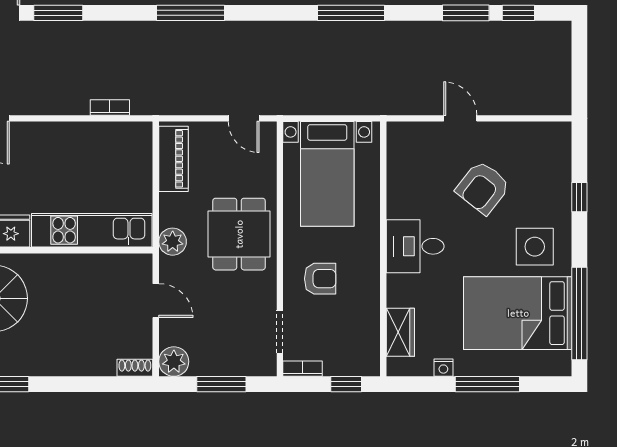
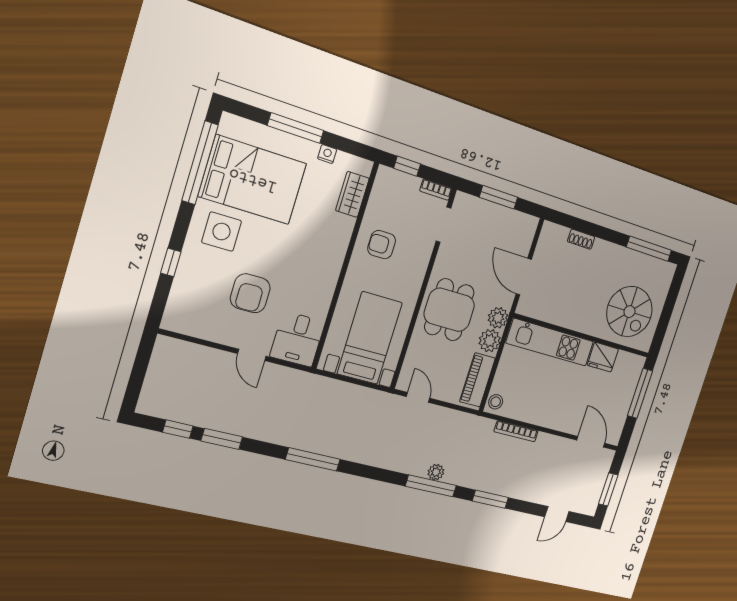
window: (58, 13) -> (490, 499), moved
plant: (190, 32) -> (436, 472), added
bookcase: (110, 107) -> (516, 431), width x1.56
stool: (140, 138) -> (496, 402), added
armchair: (483, 188) -> (250, 293), turned 142
desk: (415, 246) -> (298, 339), moved, turned 90
armchair: (320, 279) -> (382, 245), moved
door: (156, 301) -> (524, 277), width x1.38
plant: (174, 362) -> (490, 341), moved
shoe rack: (135, 368) -> (581, 239), moved

